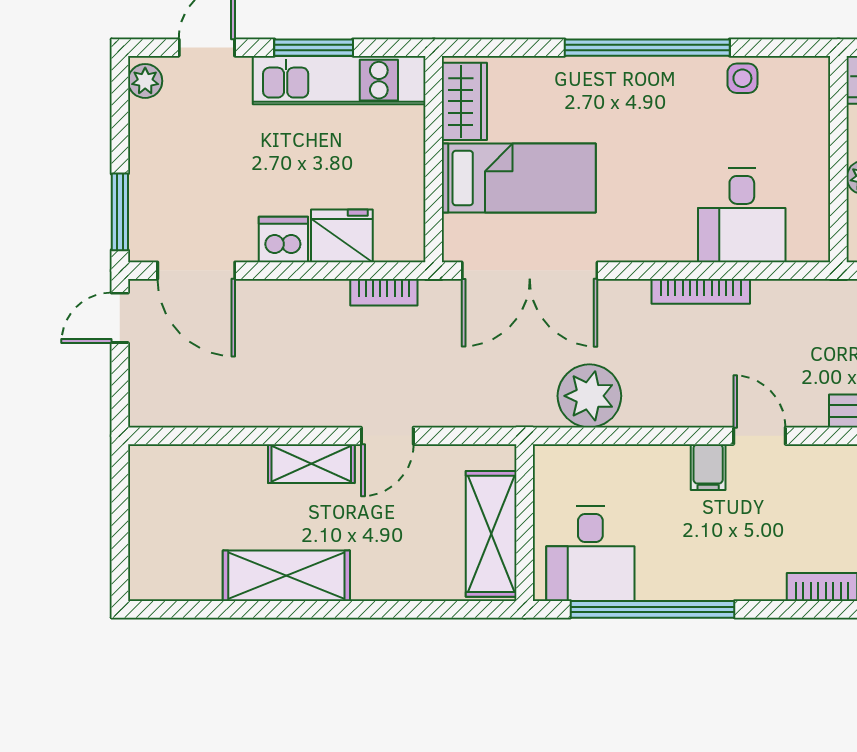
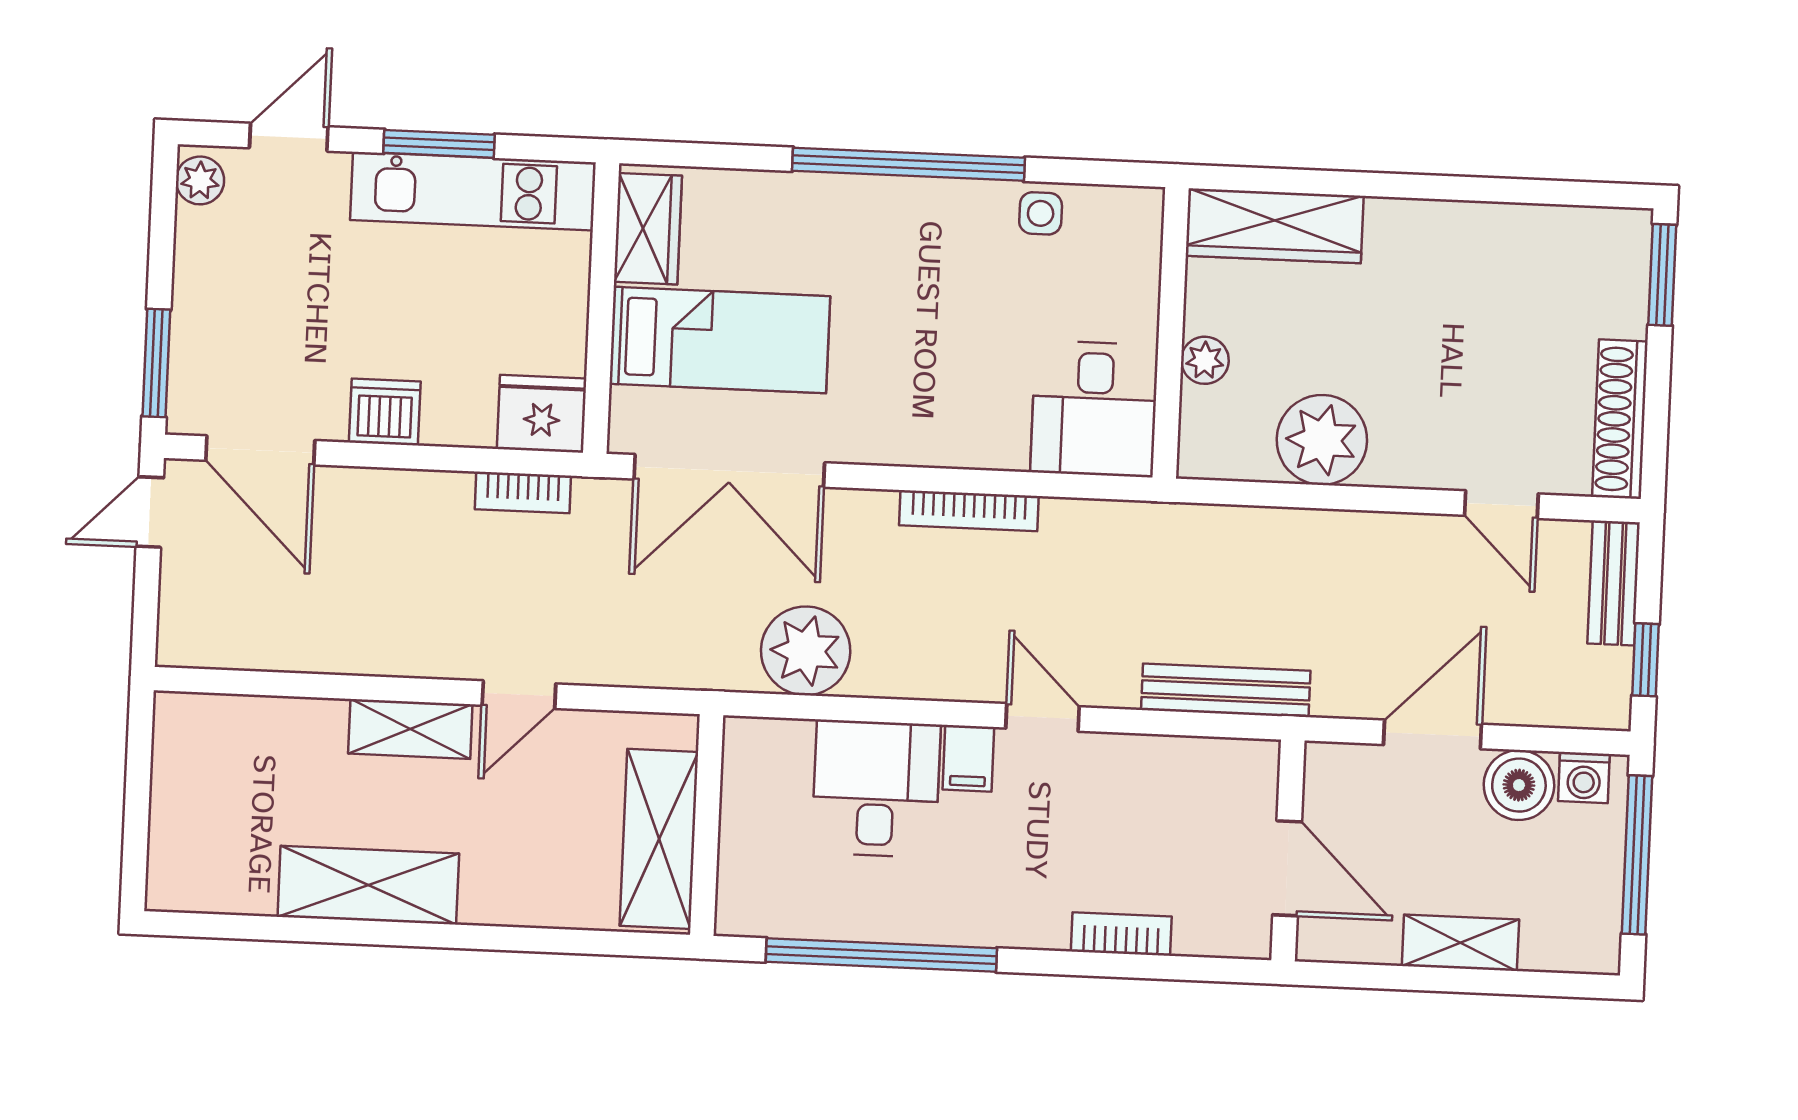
desk: (742, 215) -> (1094, 409), moved
fridge: (342, 236) -> (542, 414), moved
desk: (590, 554) -> (876, 789), moved, turned 180

